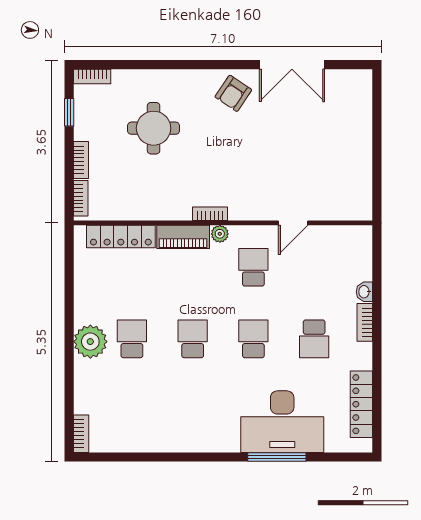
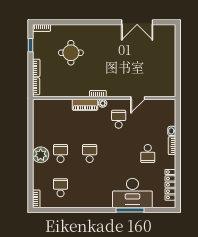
armchair: (233, 93) -> (109, 36), removed
locker: (121, 236) -> (55, 105), removed
school desk: (253, 339) -> (61, 188), moved

